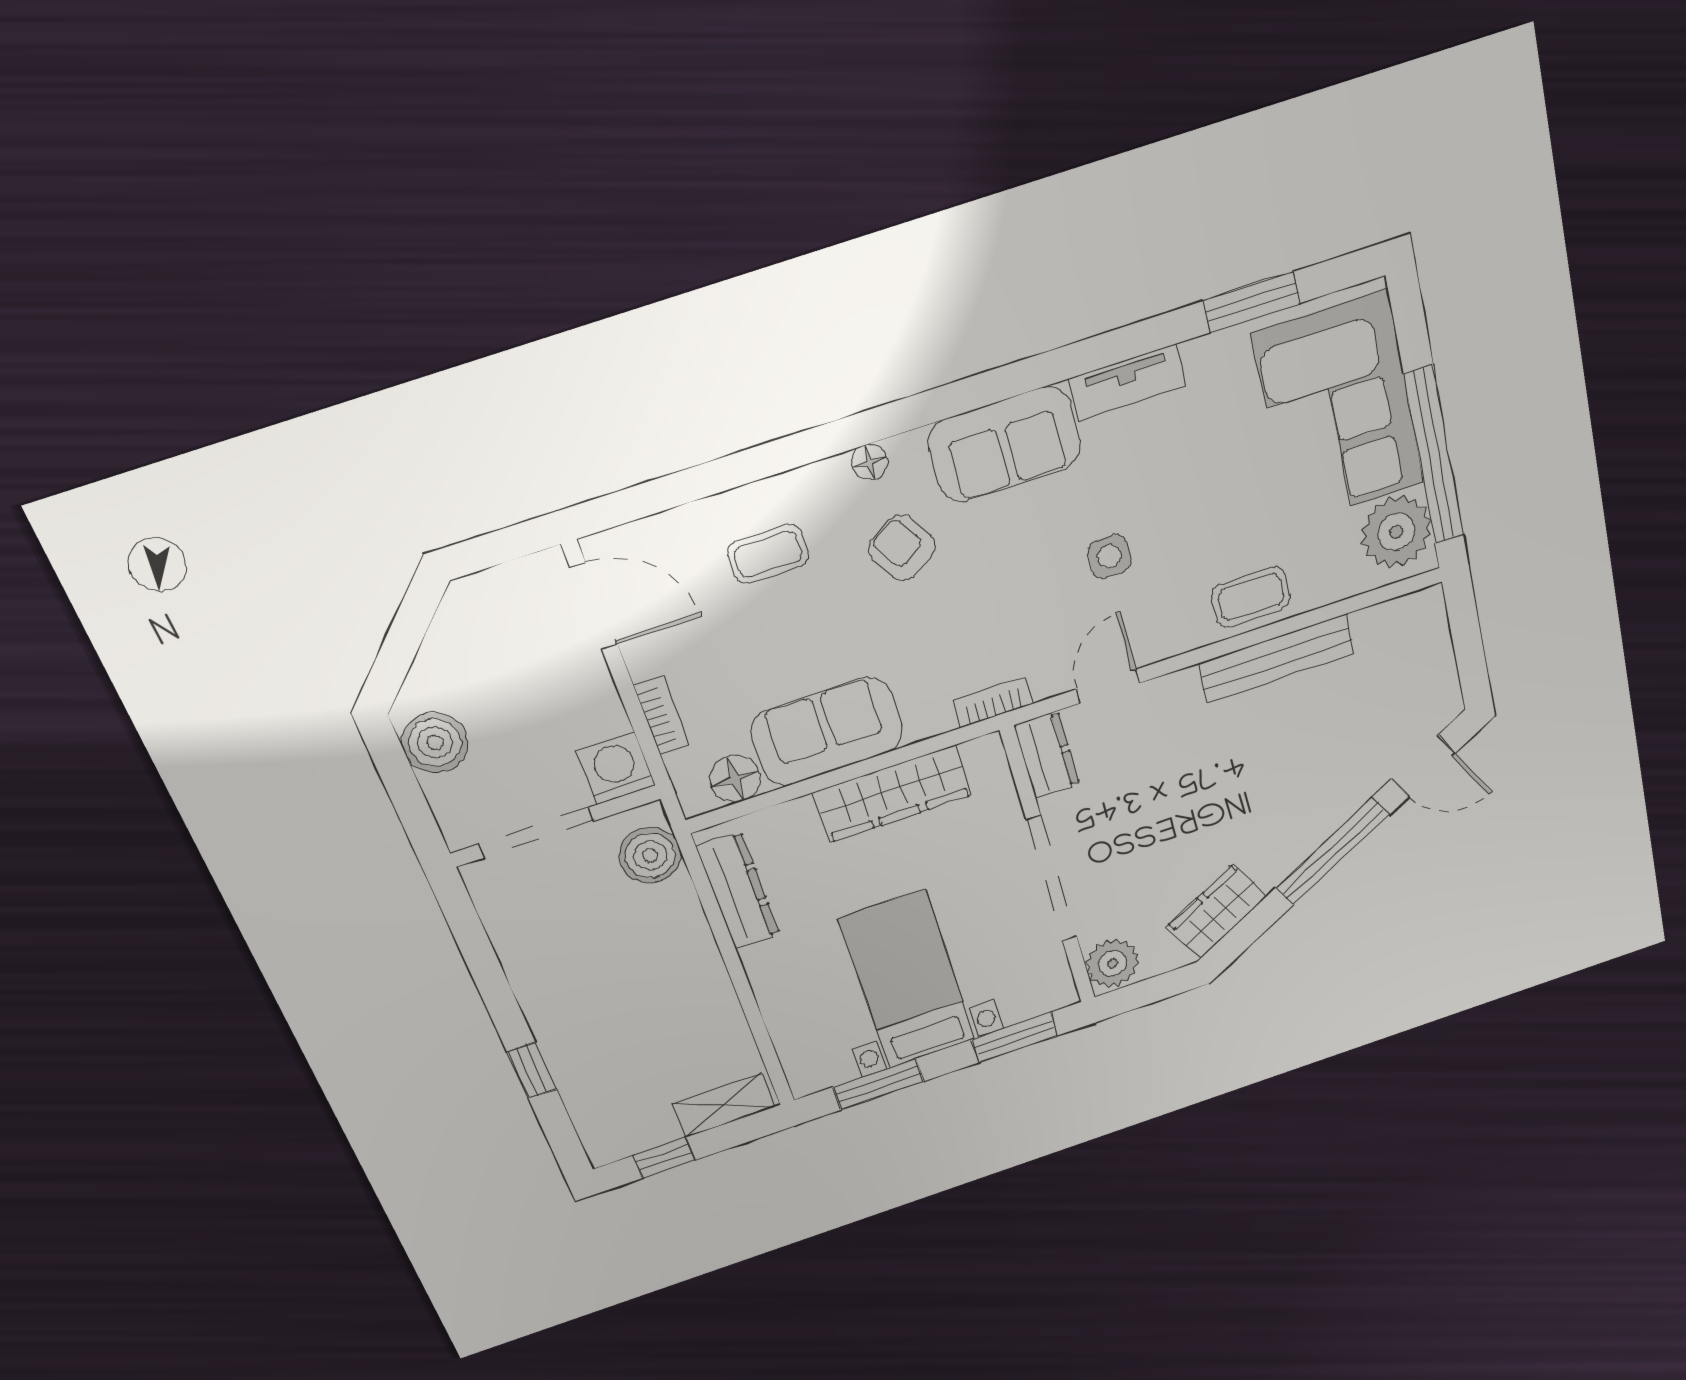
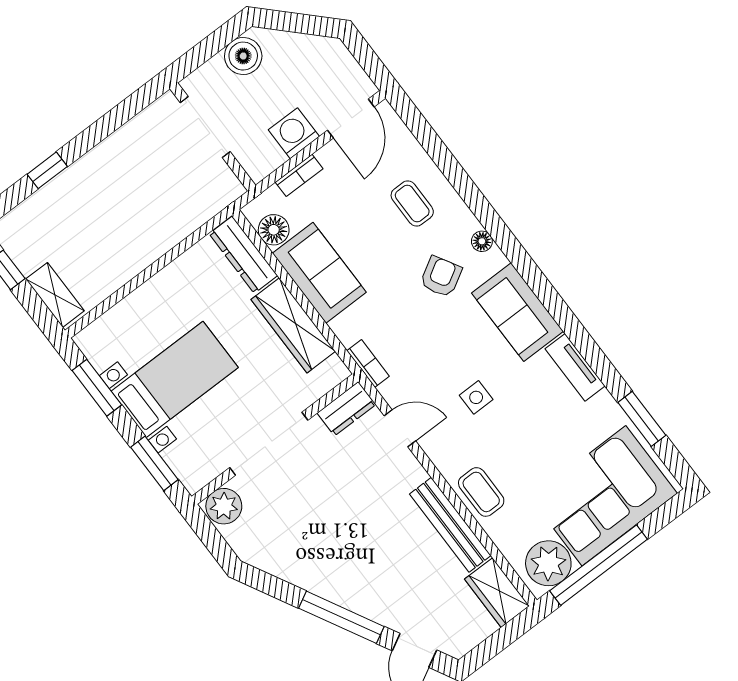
washing machine: (616, 768) -> (294, 133), moved, turned -90
boiler: (650, 855) -> (211, 196), removed
dresser: (738, 891) -> (243, 255), moved, turned 90
wardrobe: (1217, 911) -> (497, 593), moved, turned -152

